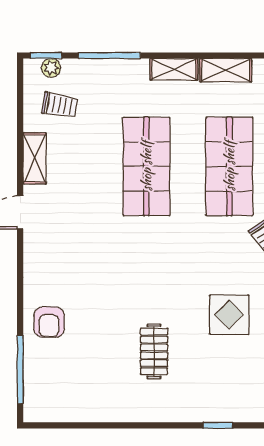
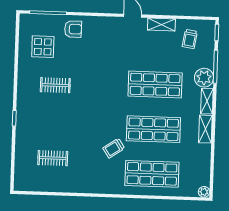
plant: (51, 68) -> (204, 78), moved, width x1.87, depth x1.87
display table: (229, 315) -> (43, 47), moved
armchair: (49, 322) -> (73, 29), turned 180

